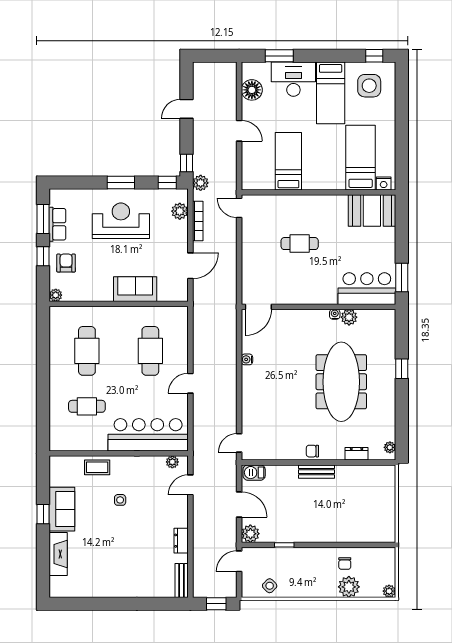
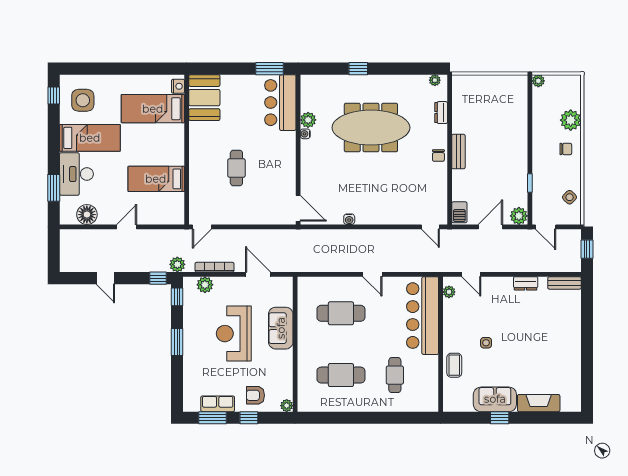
reception desk: (121, 221) -> (234, 334), moved
chair: (345, 563) -> (566, 149), moved
plant: (389, 591) -> (538, 81), moved

